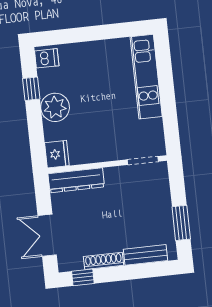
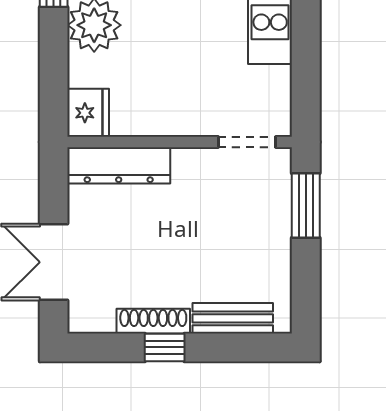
window: (181, 223) -> (306, 206), moved
window: (83, 277) -> (165, 347), moved

